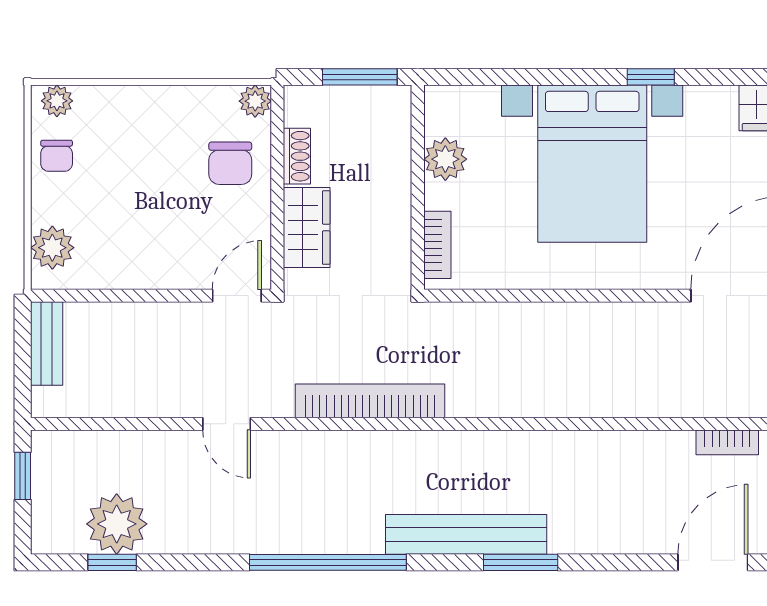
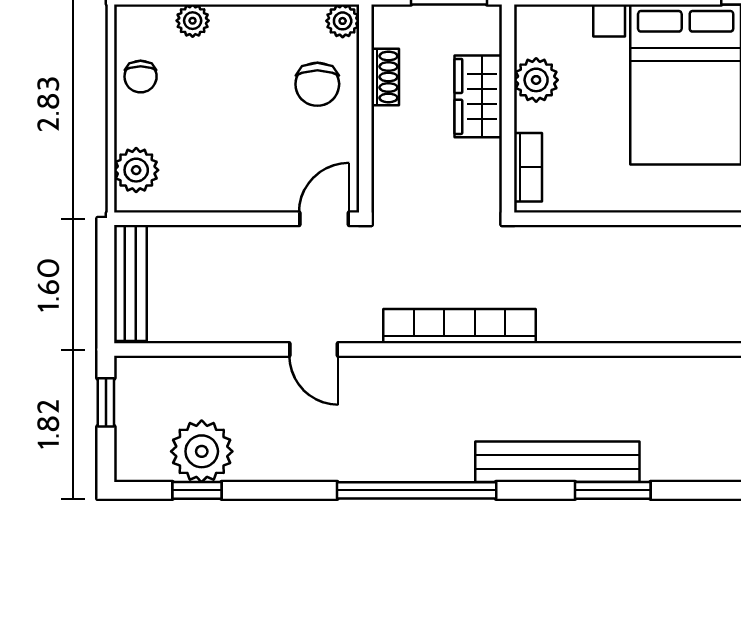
plant: (57, 101) -> (193, 21), moved
wardrobe: (307, 228) -> (478, 96), moved, turned 180
bench: (47, 343) -> (130, 283), width x1.36

